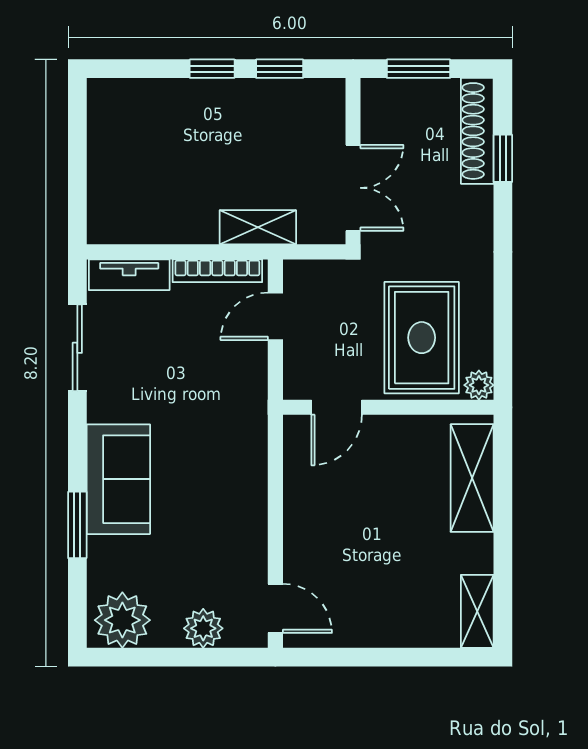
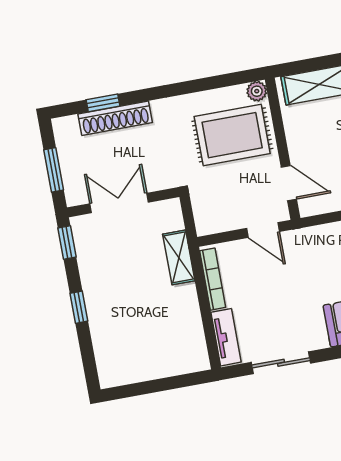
window: (280, 69) -> (67, 242), moved
shoe rack: (477, 131) -> (115, 118), moved
double door: (353, 188) -> (119, 203), moved
door: (275, 316) -> (263, 230), moved

